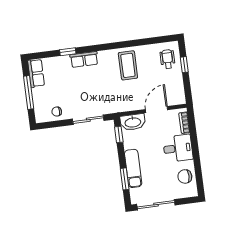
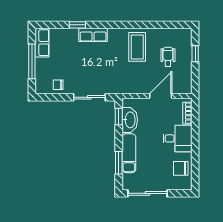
wheelchair: (168, 59) -> (168, 57), moved
washbasin: (133, 122) -> (130, 120), moved, turned -90

